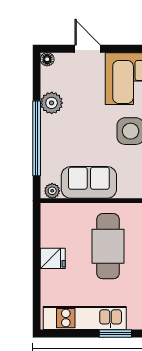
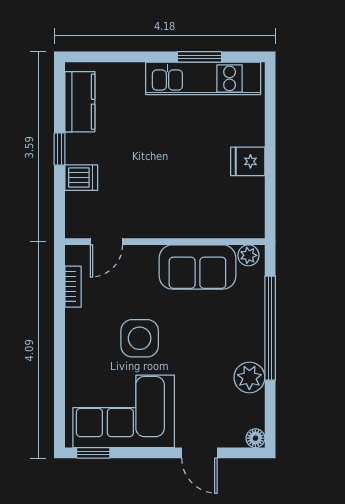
cafe table: (108, 246) -> (171, 178), removed
window: (115, 334) -> (199, 57), moved

